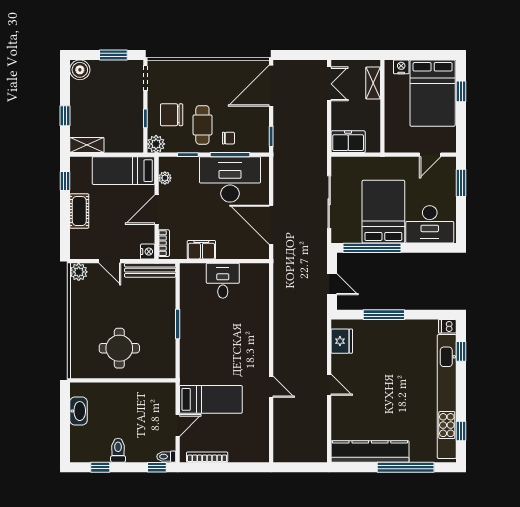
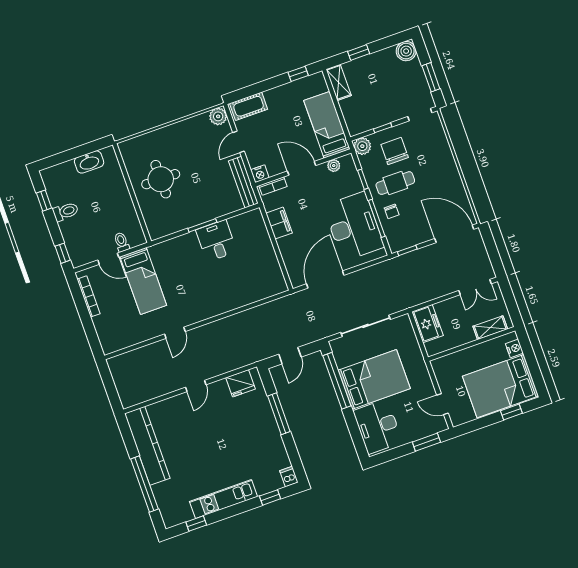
cot: (79, 211) -> (249, 106), moved
desk: (223, 281) -> (216, 241), moved, turned -90
kitchen unit: (447, 397) -> (224, 499), width x0.54
toilet: (166, 457) -> (122, 242), moved

